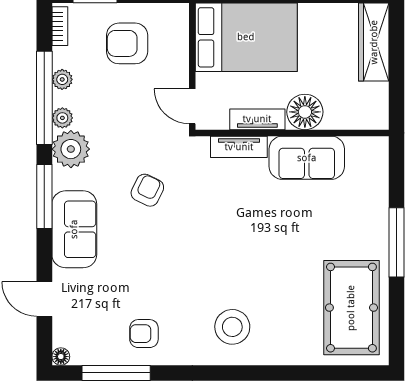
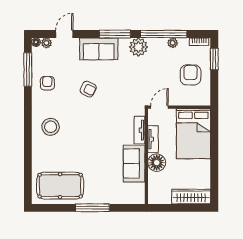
plant: (62, 118) -> (46, 43), moved
armchair: (147, 190) -> (88, 89), moved

